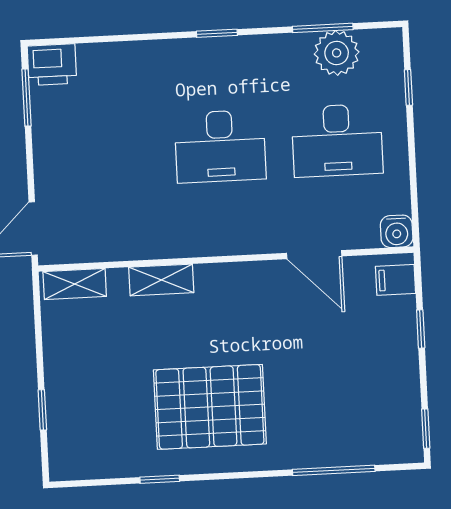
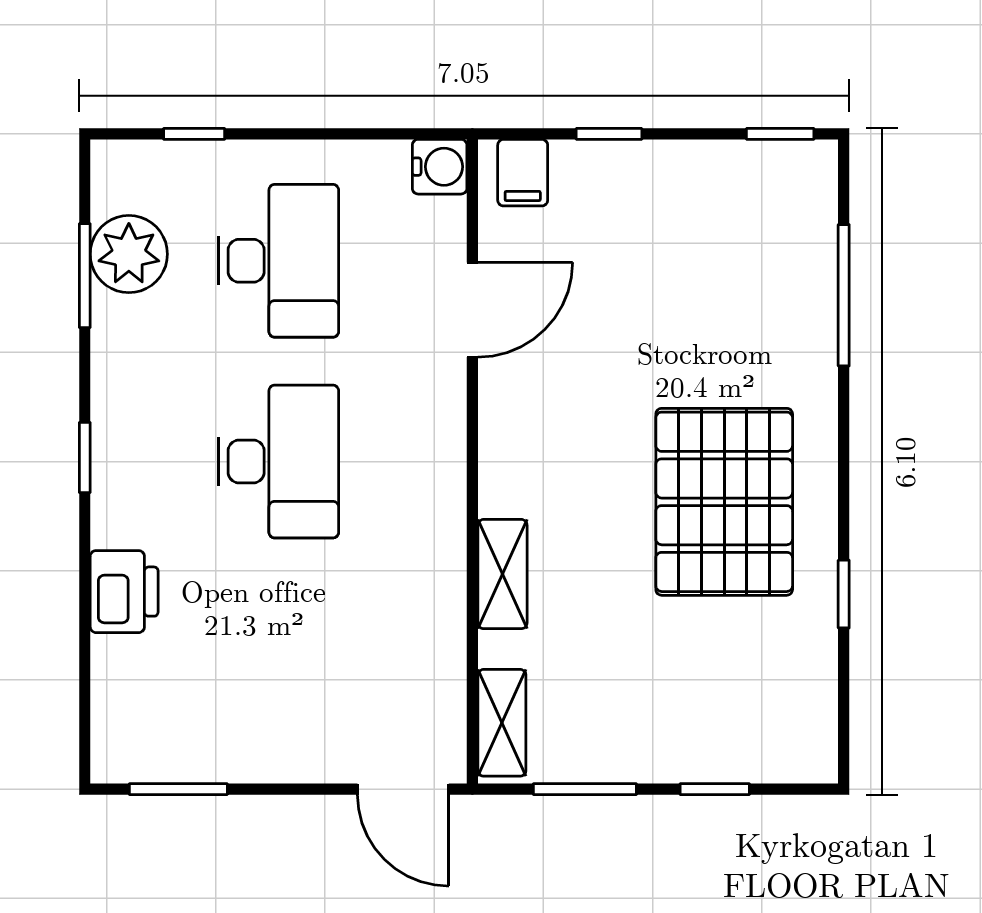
printer: (52, 65) -> (124, 592), moved
window: (38, 334) -> (585, 789), added

